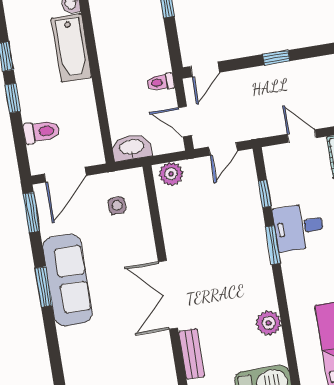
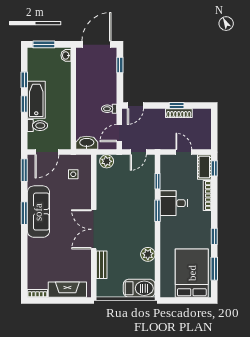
bathtub: (71, 48) -> (36, 100), moved, turned 180
shoe rack: (282, 70) -> (179, 113), added
door: (185, 122) -> (119, 133), hinge flipped

